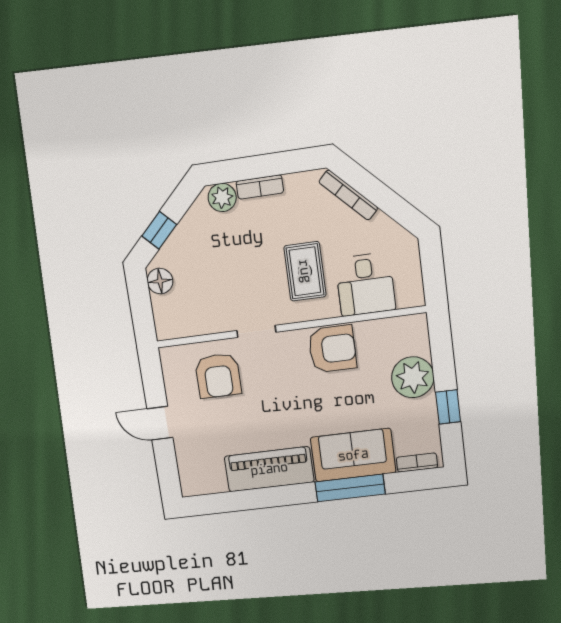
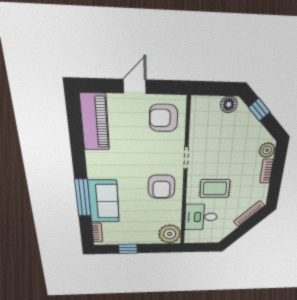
armchair: (332, 349) -> (162, 187), moved
armchair: (218, 376) -> (163, 118), moved
plant: (413, 377) -> (170, 234), moved
piano: (269, 469) -> (95, 122), moved

